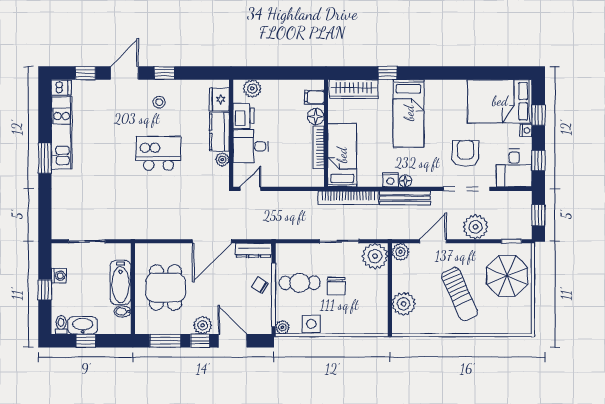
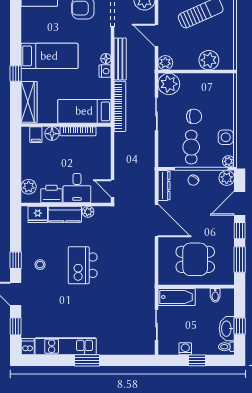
bathtub: (120, 282) -> (177, 297), moved
plant: (203, 325) -> (227, 178), moved

